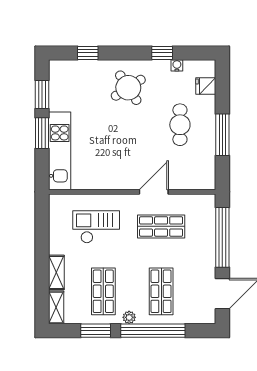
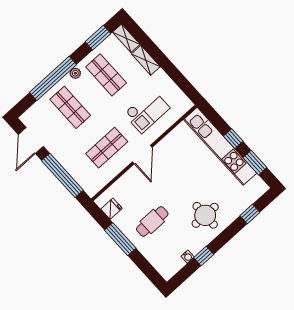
fridge: (206, 86) -> (112, 209), moved
round table: (128, 88) -> (205, 215), turned 33
cafe table: (180, 125) -> (152, 221), turned 90
window: (42, 133) -> (233, 139), width x0.67
kitchen unit: (60, 151) -> (220, 146), width x1.36
door: (154, 192) -> (142, 155), moved
window: (96, 331) -> (98, 38), moved

